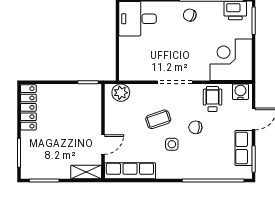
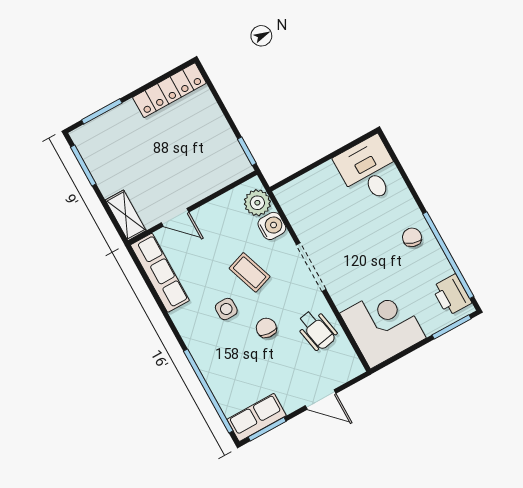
water cooler: (240, 92) -> (272, 226), moved
wheelchair: (212, 99) -> (317, 330), turned 79
row of seats: (244, 148) -> (257, 417), moved

